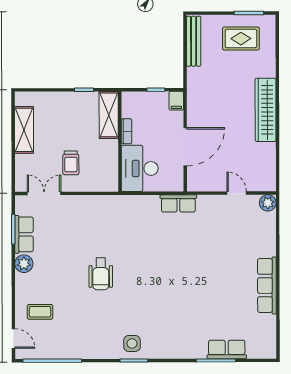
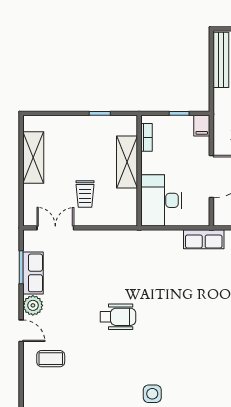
shelving: (109, 115) -> (127, 162), moved
bookcase: (126, 131) -> (147, 137), moved
wheelchair: (101, 274) -> (118, 317), turned -90
door: (13, 338) -> (21, 331), moved

